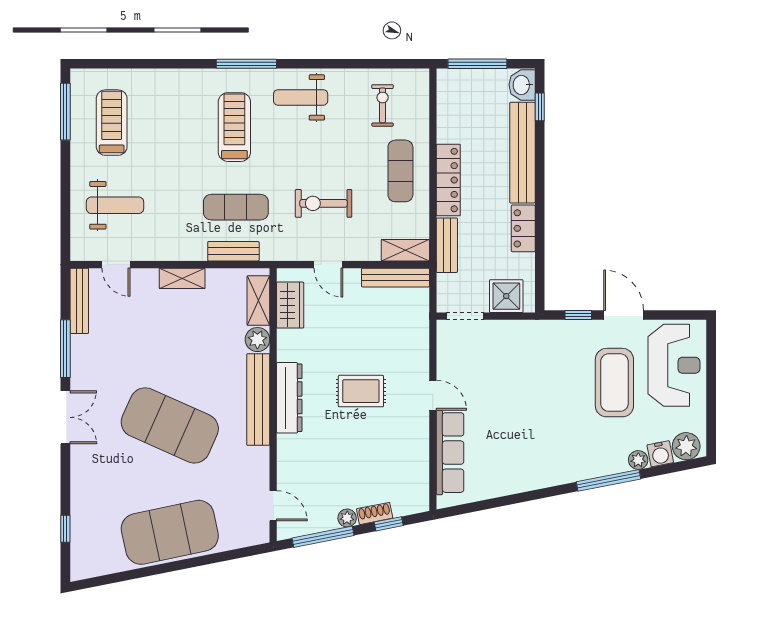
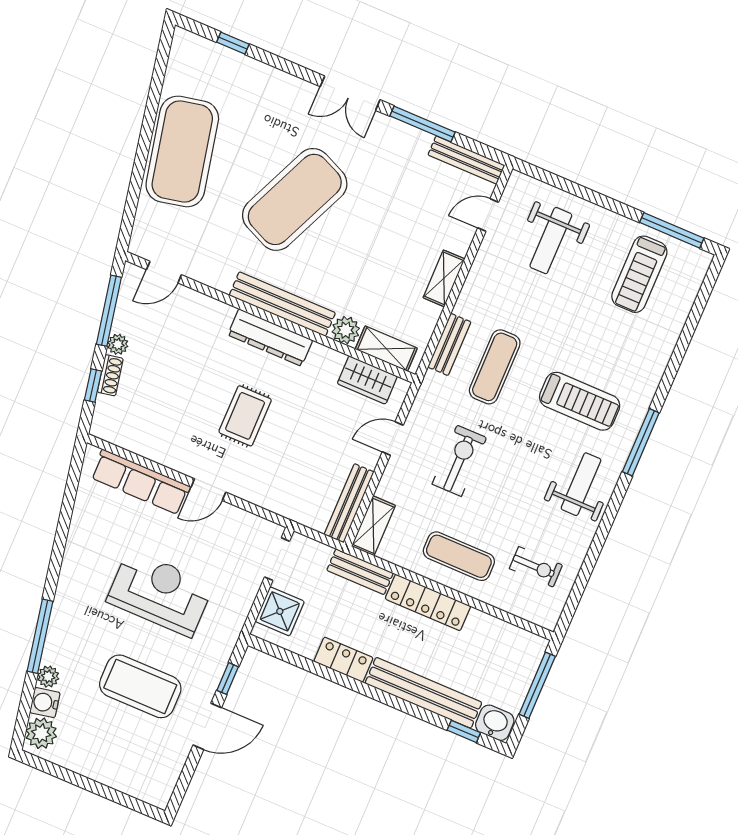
treadmill: (112, 123) -> (639, 274), turned 90
reception desk: (674, 365) -> (160, 593), moved, turned 180

